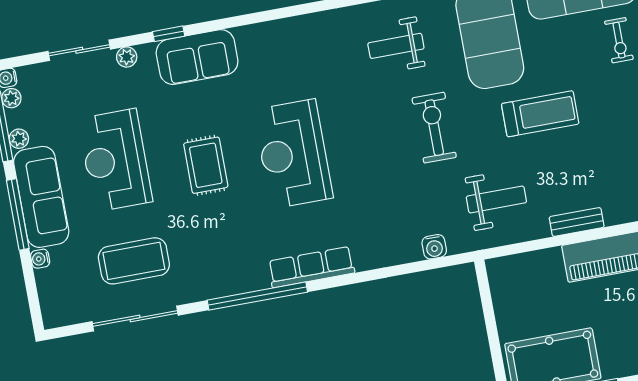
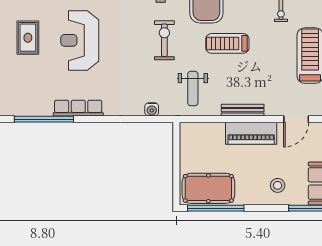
treadmill: (540, 114) -> (227, 43), turned 180
weight bench: (496, 199) -> (193, 89), turned 90
bench: (577, 222) -> (243, 110), width x1.36

